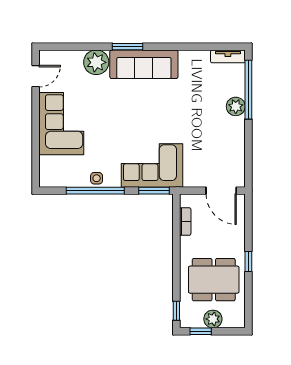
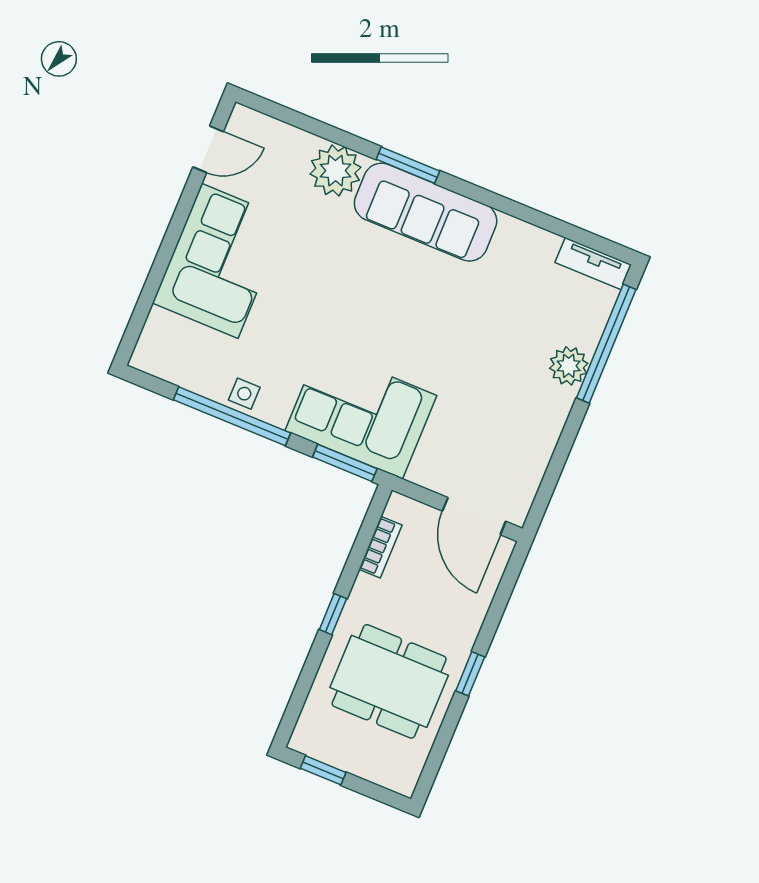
window: (176, 311) -> (333, 614), moved
plant: (213, 319) -> (356, 756), removed

